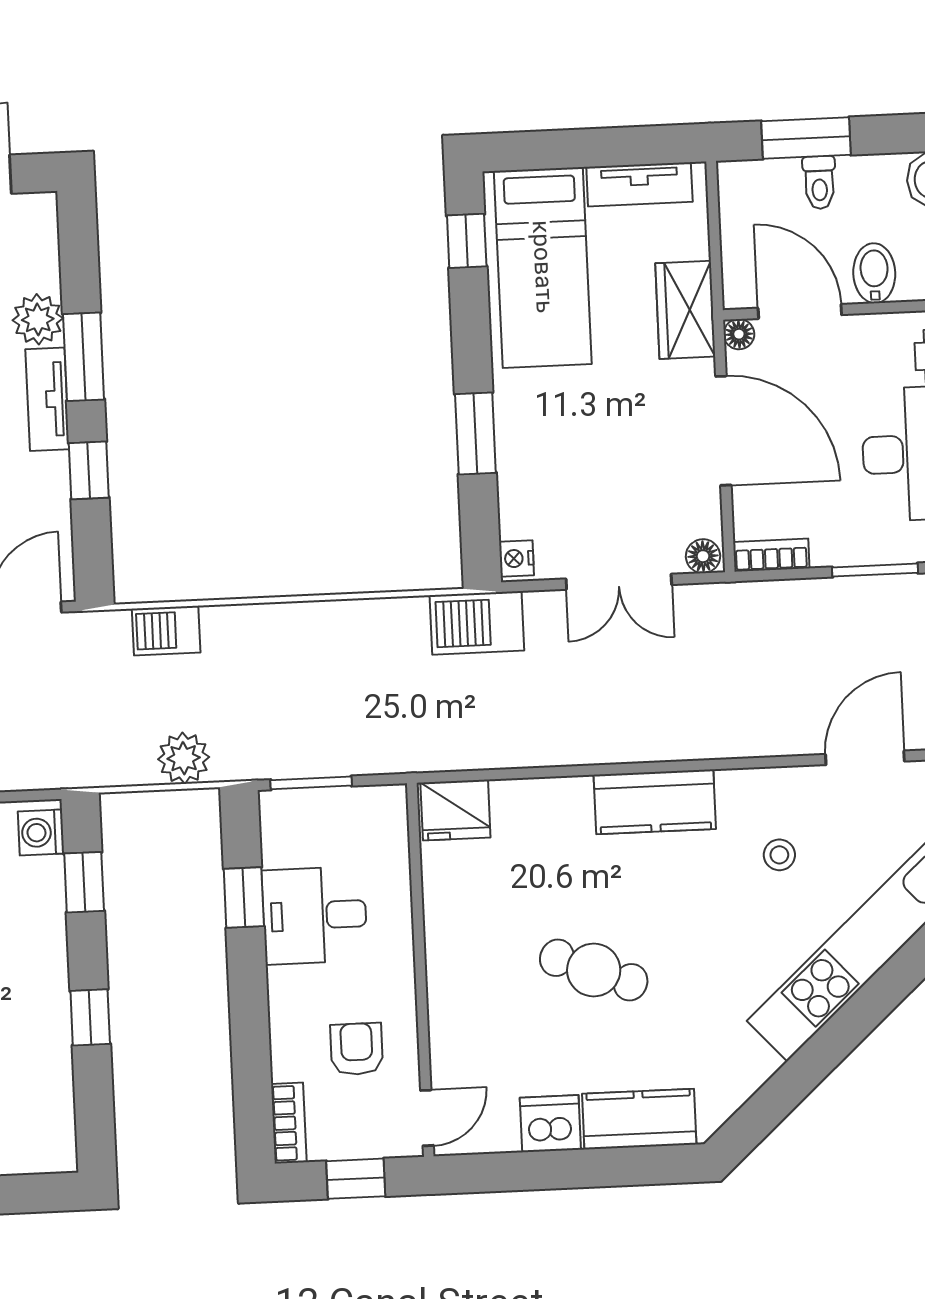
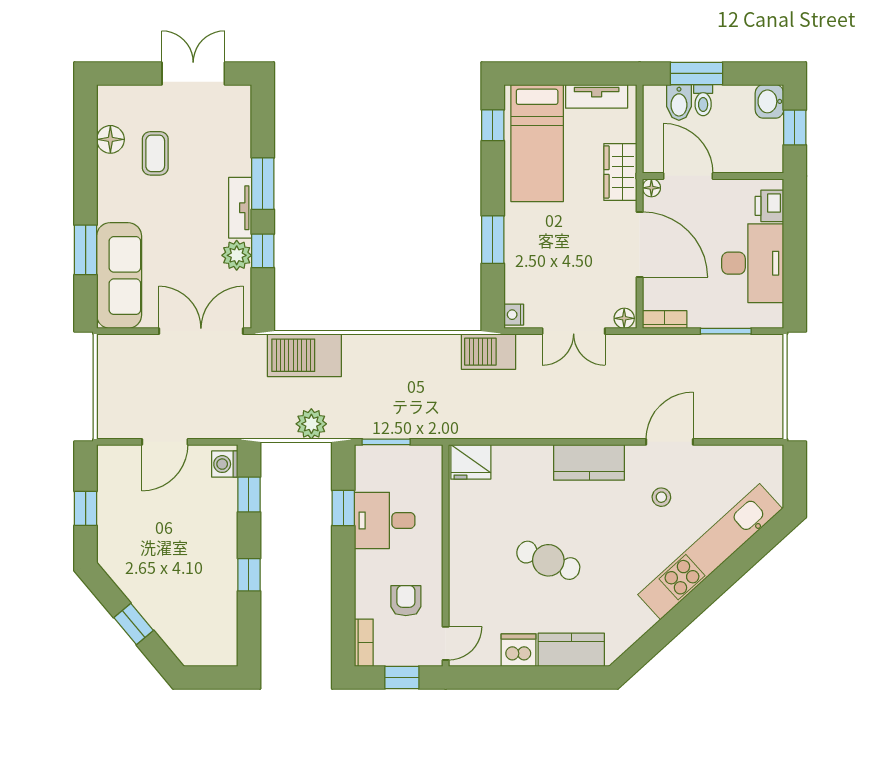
bidet: (874, 273) -> (679, 102), moved, turned 180
plant: (38, 319) -> (237, 255), moved
barbecue: (166, 631) -> (304, 355), width x1.88, depth x1.53
door: (865, 758) -> (670, 442), moved

